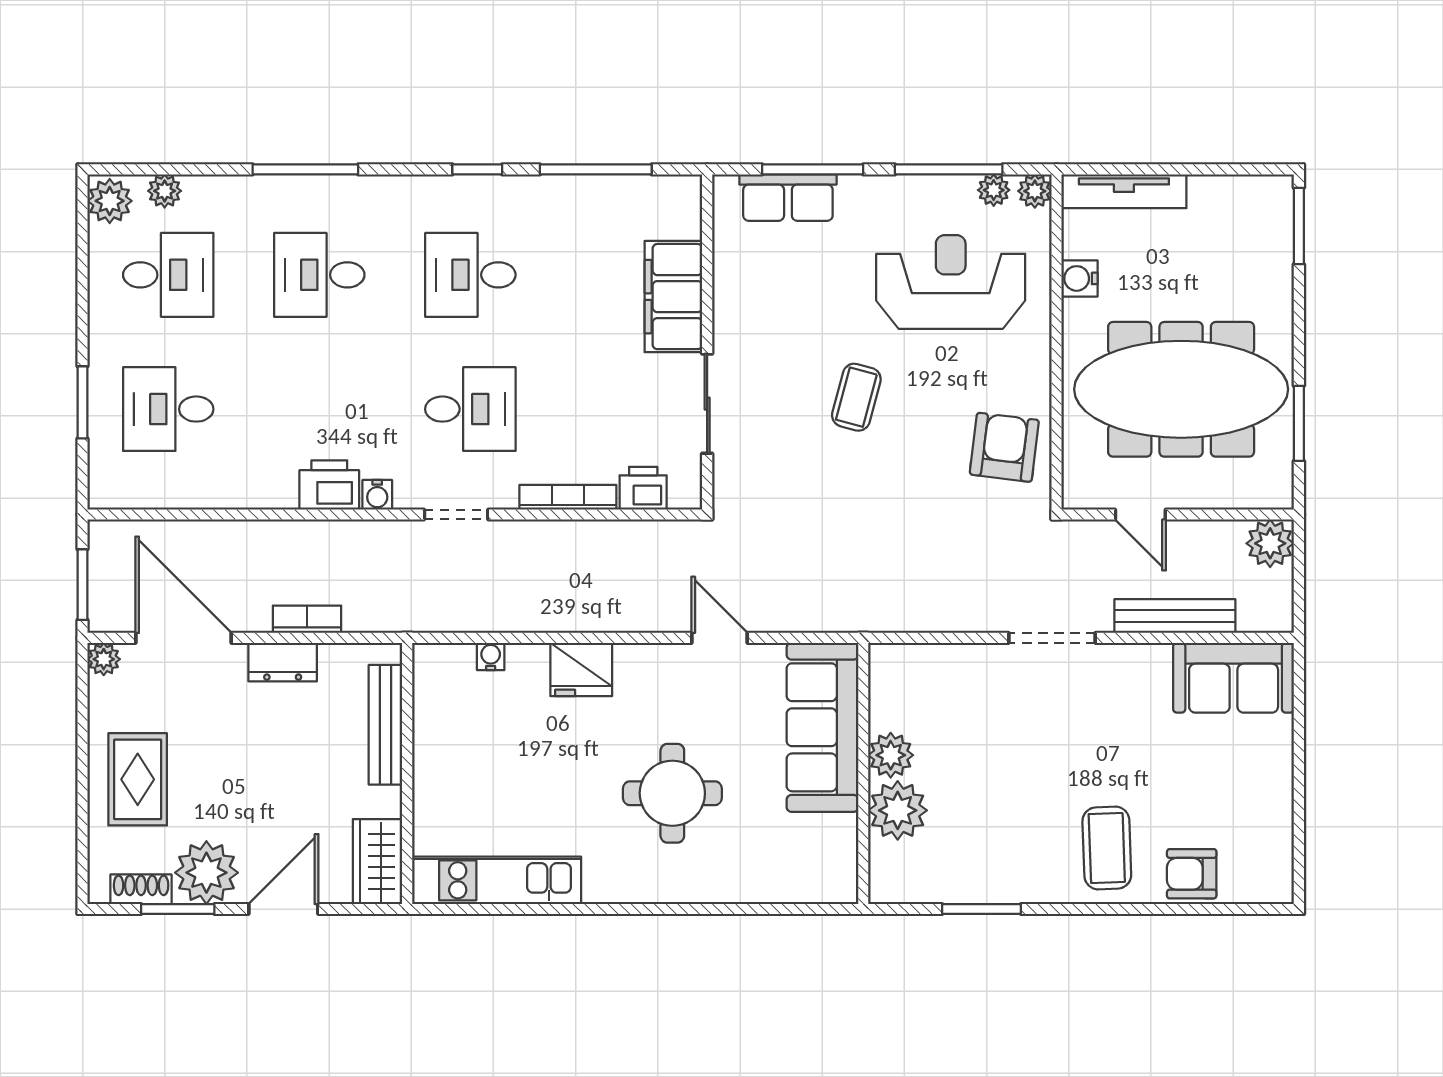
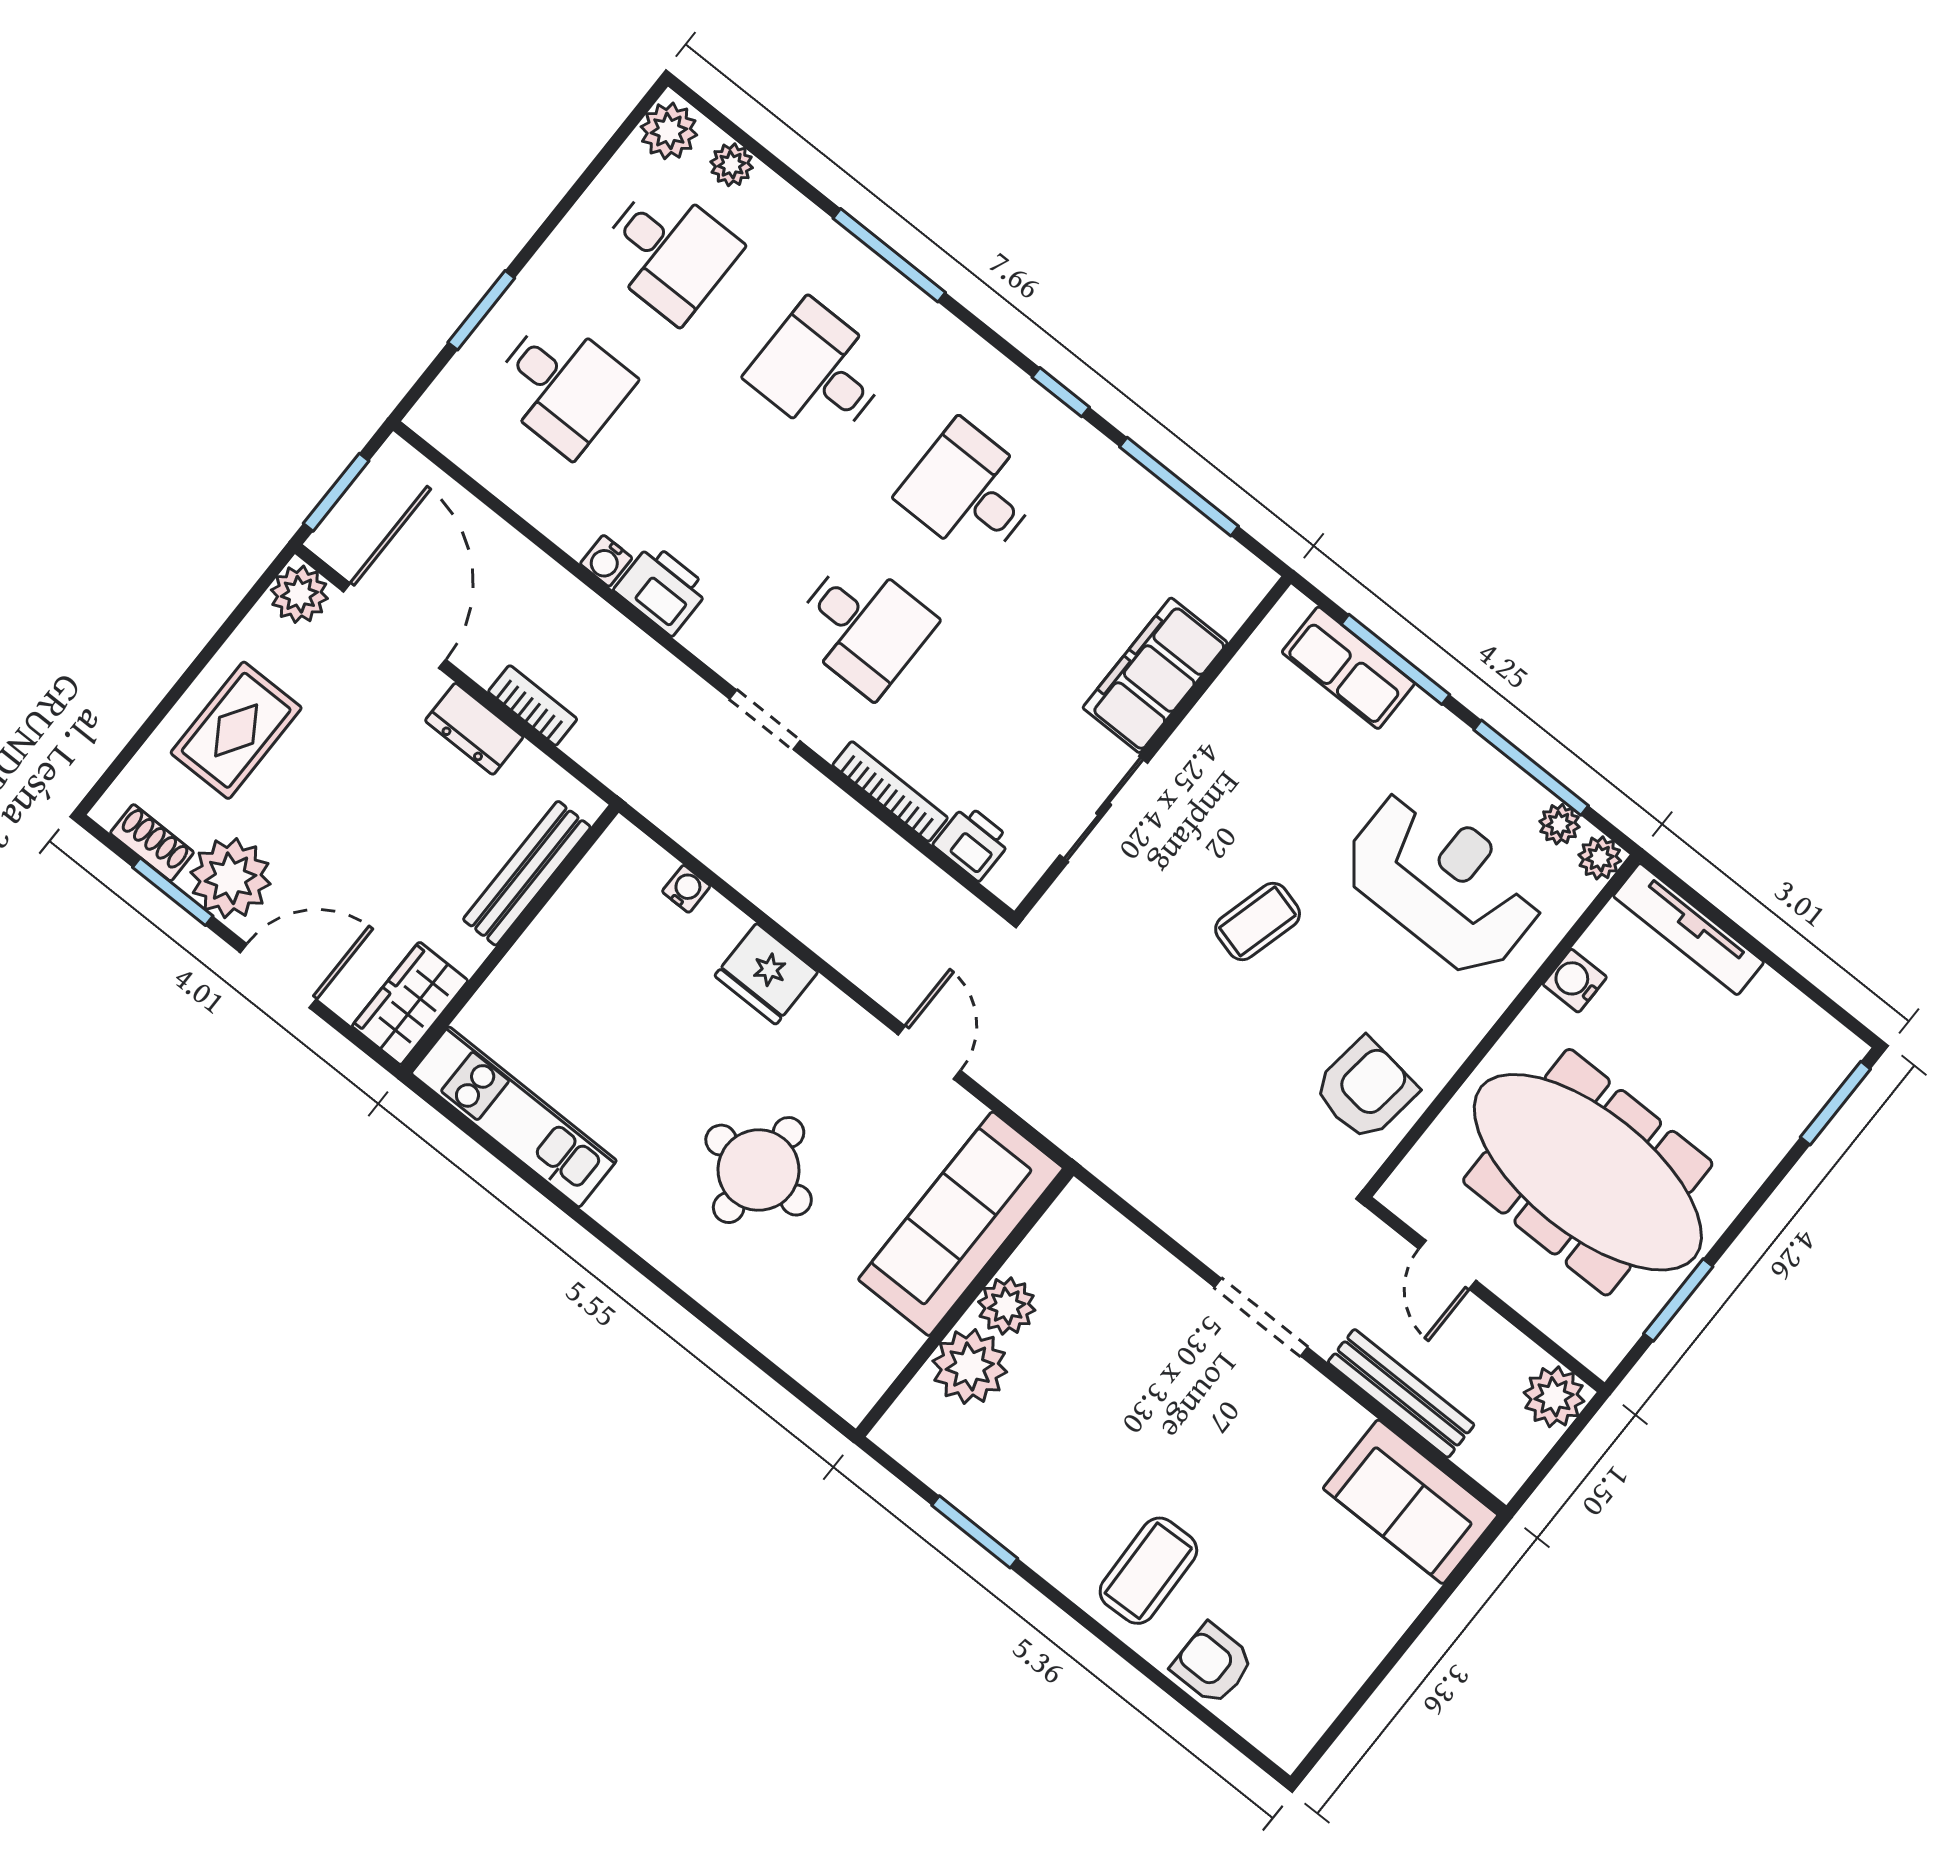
desk: (168, 409) -> (562, 385), turned 180
water cooler: (377, 495) -> (606, 561), moved
plant: (104, 659) -> (299, 594), width x1.38, depth x1.38

